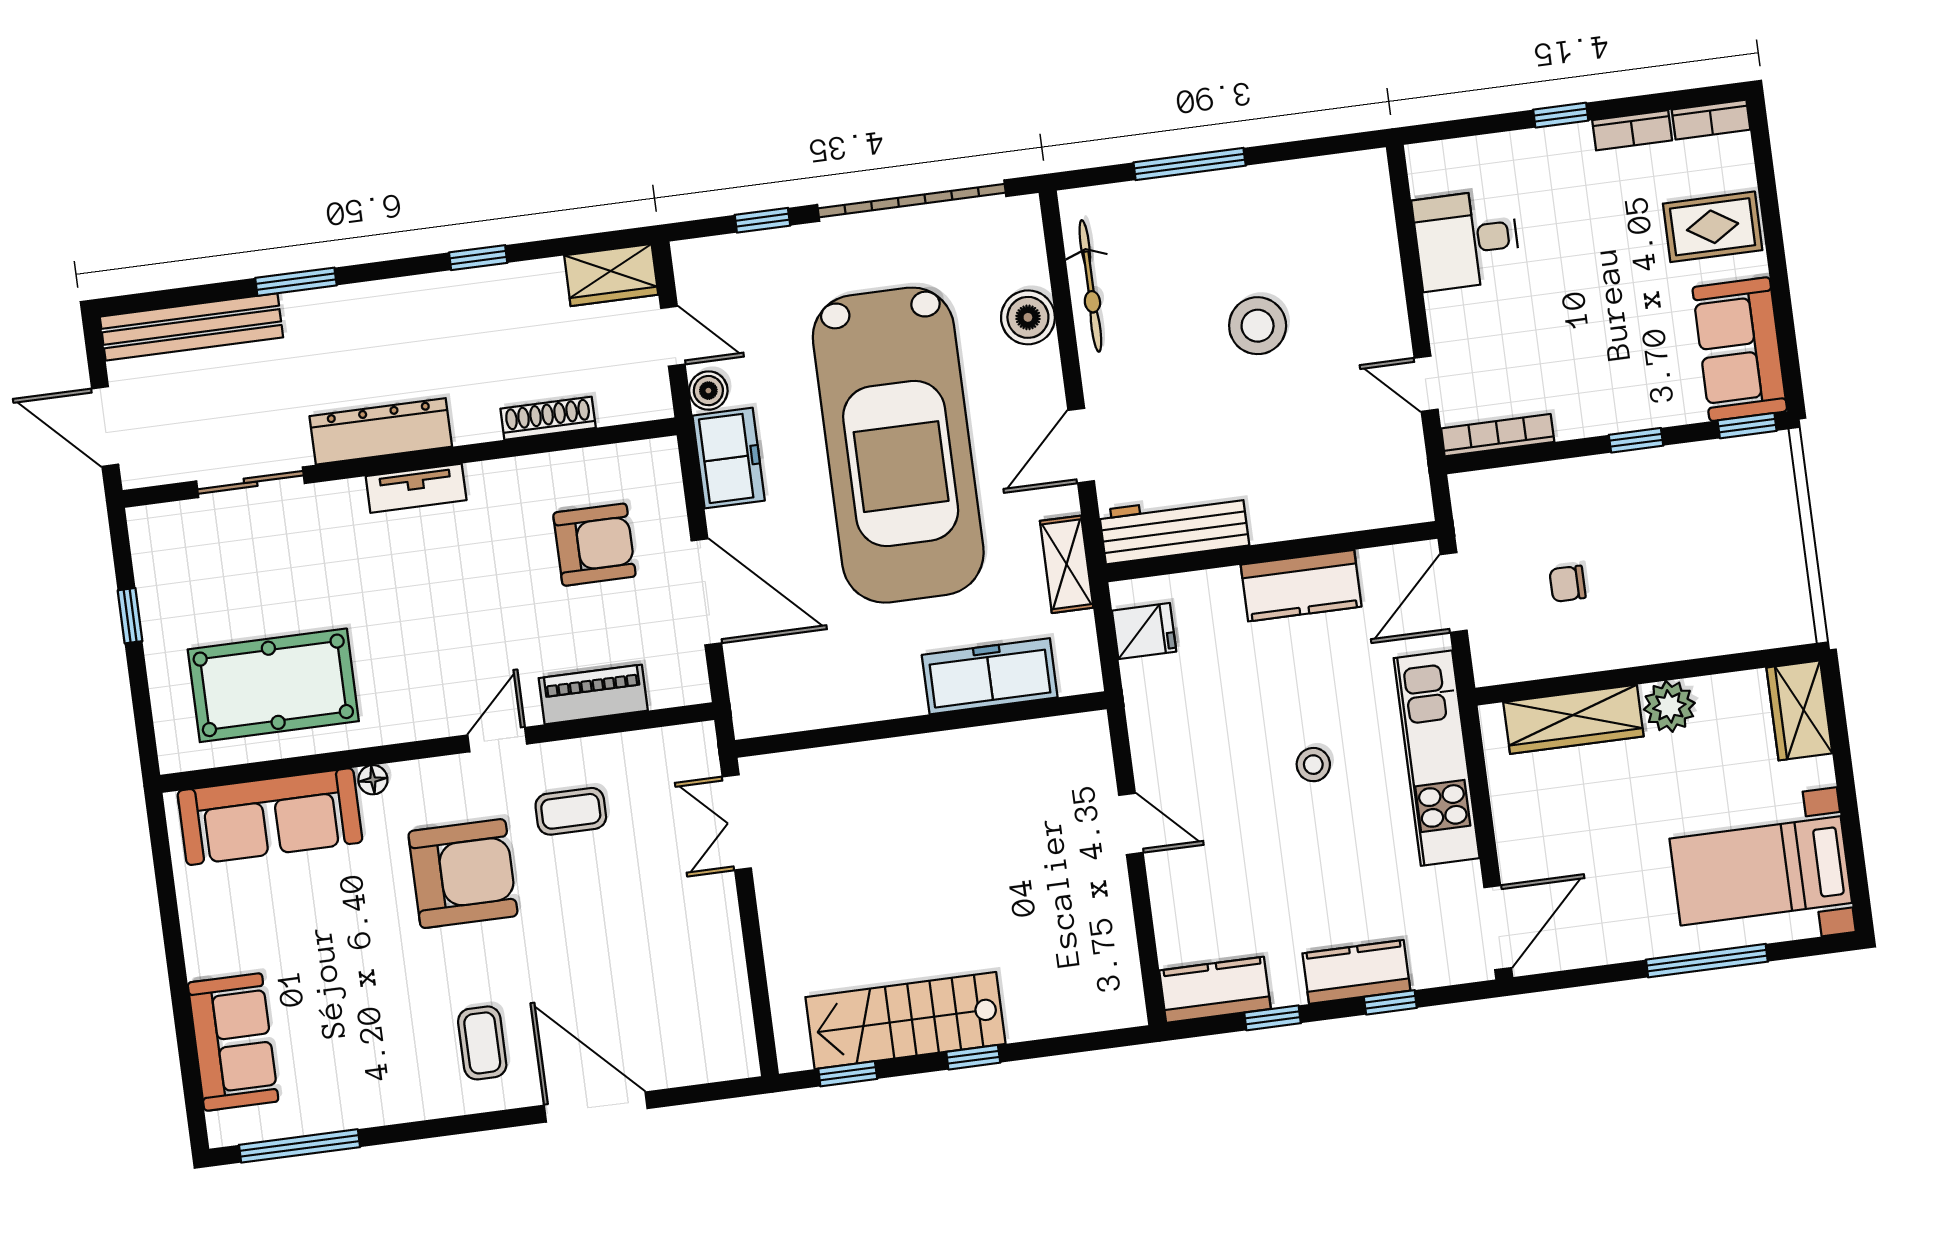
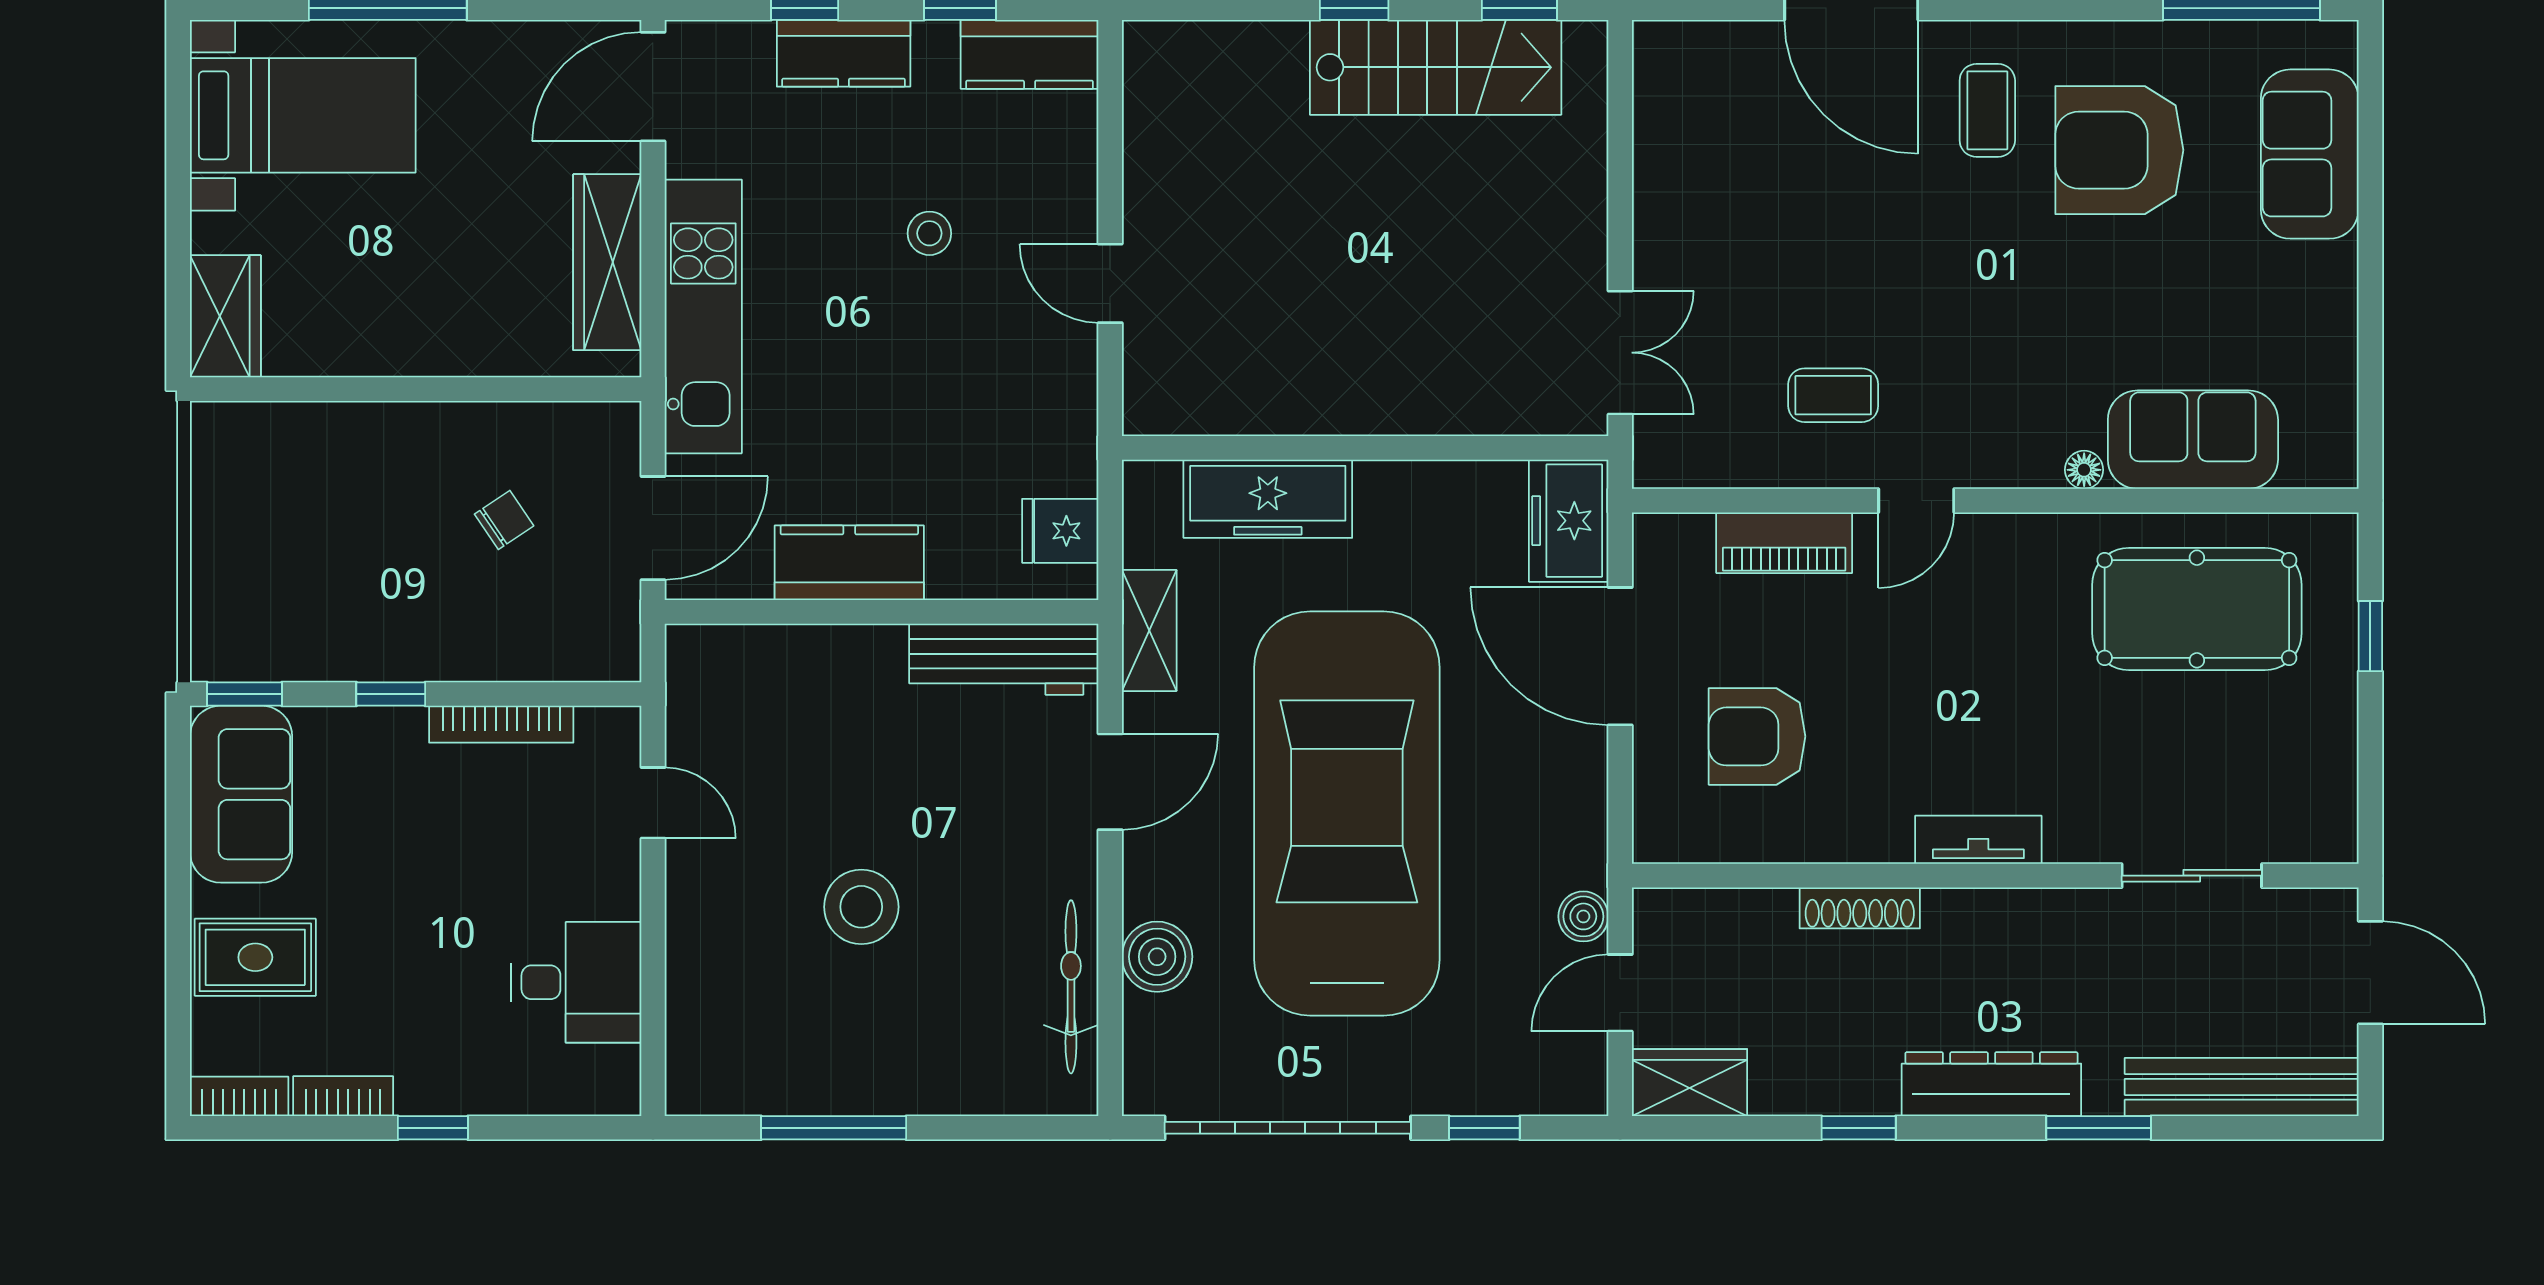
window: (1190, 164) -> (834, 1128), moved
door: (673, 336) -> (1620, 993), hinge flipped
shoe rack: (548, 418) -> (1860, 908), moved
dresser: (381, 431) -> (1991, 1084), moved, turned 180
bookcase: (1498, 435) -> (501, 724), moved
freezer: (729, 458) -> (1569, 521), moved
chair: (1567, 584) -> (504, 520), turned -34
window: (130, 616) -> (2370, 636), moved
plant: (1669, 706) -> (393, 344), removed
wardrobe: (1573, 719) -> (607, 262), moved, turned -90
stool: (1313, 765) -> (929, 233), moved
sofa: (270, 817) -> (2193, 440), width x0.73
armchair: (463, 874) -> (2119, 150), moved

